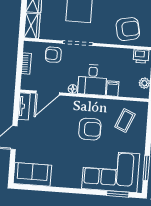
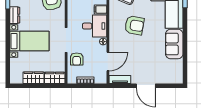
door: (48, 93) -> (108, 61), hinge flipped
armchair: (90, 129) -> (134, 25), turned 100
sofa: (32, 174) -> (174, 44), moved

